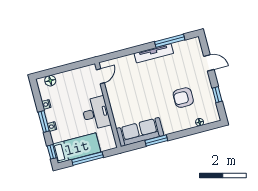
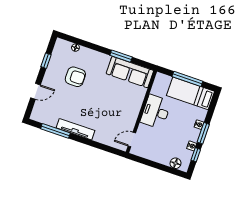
door: (209, 63) -> (35, 91), swing flipped
window: (52, 152) -> (196, 155), moved

